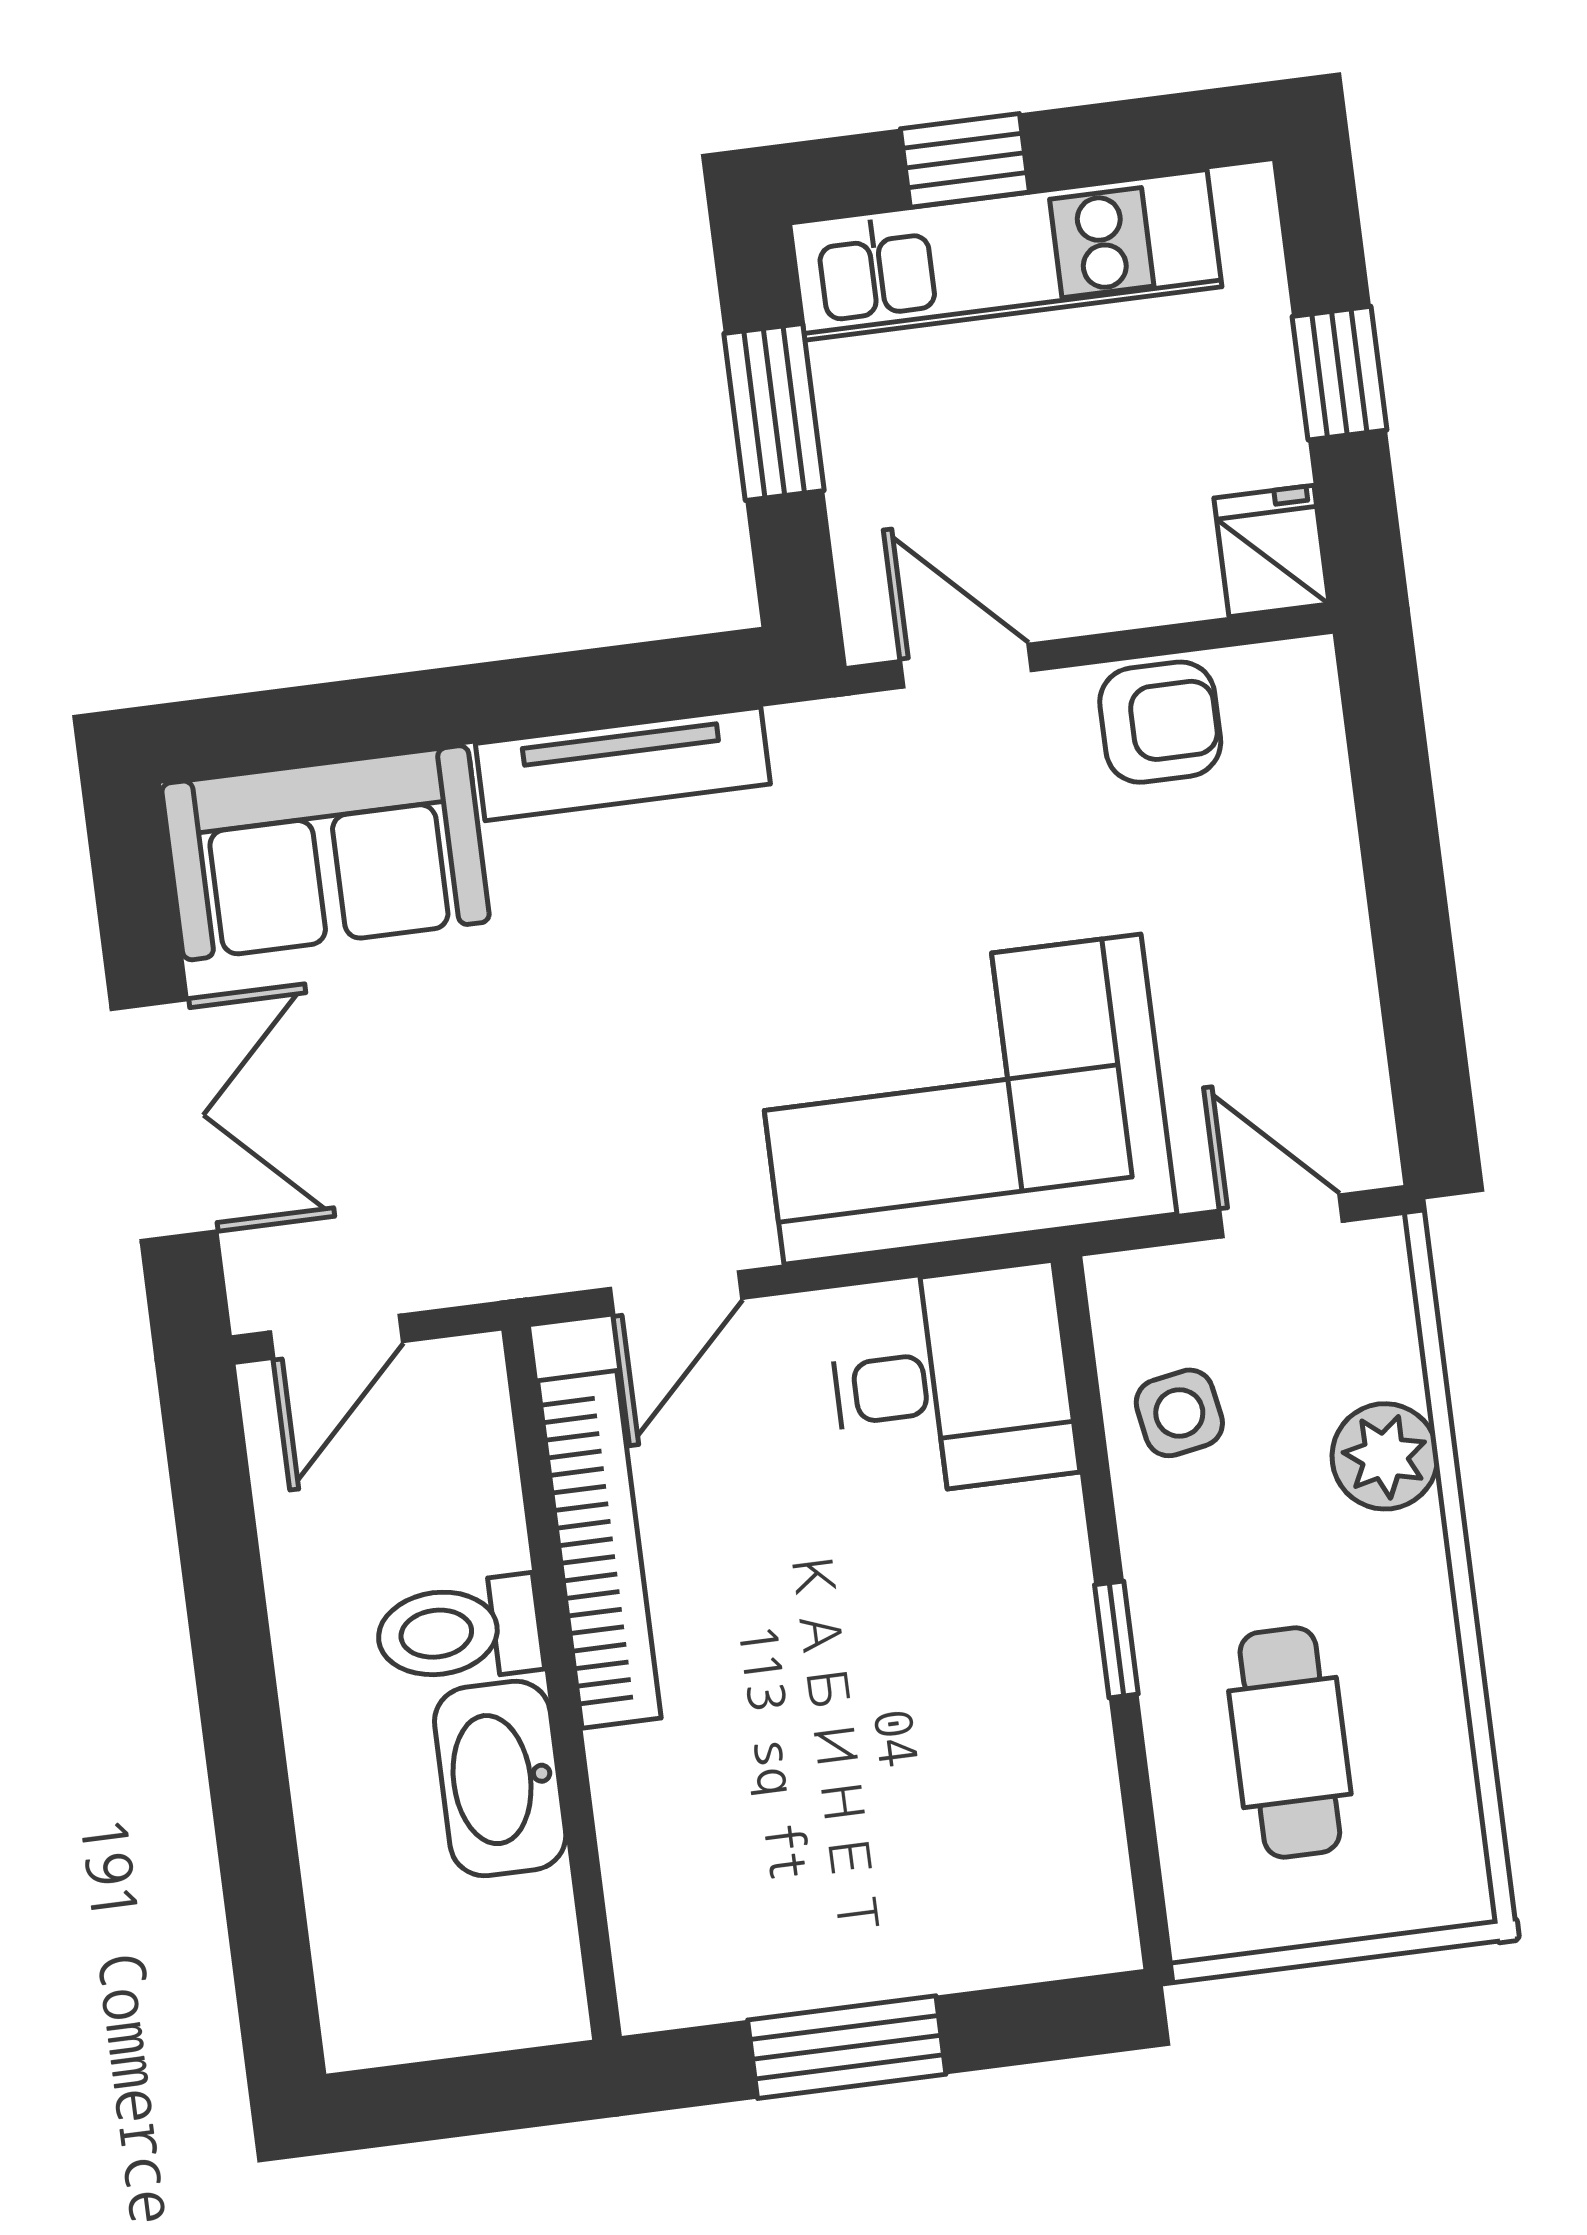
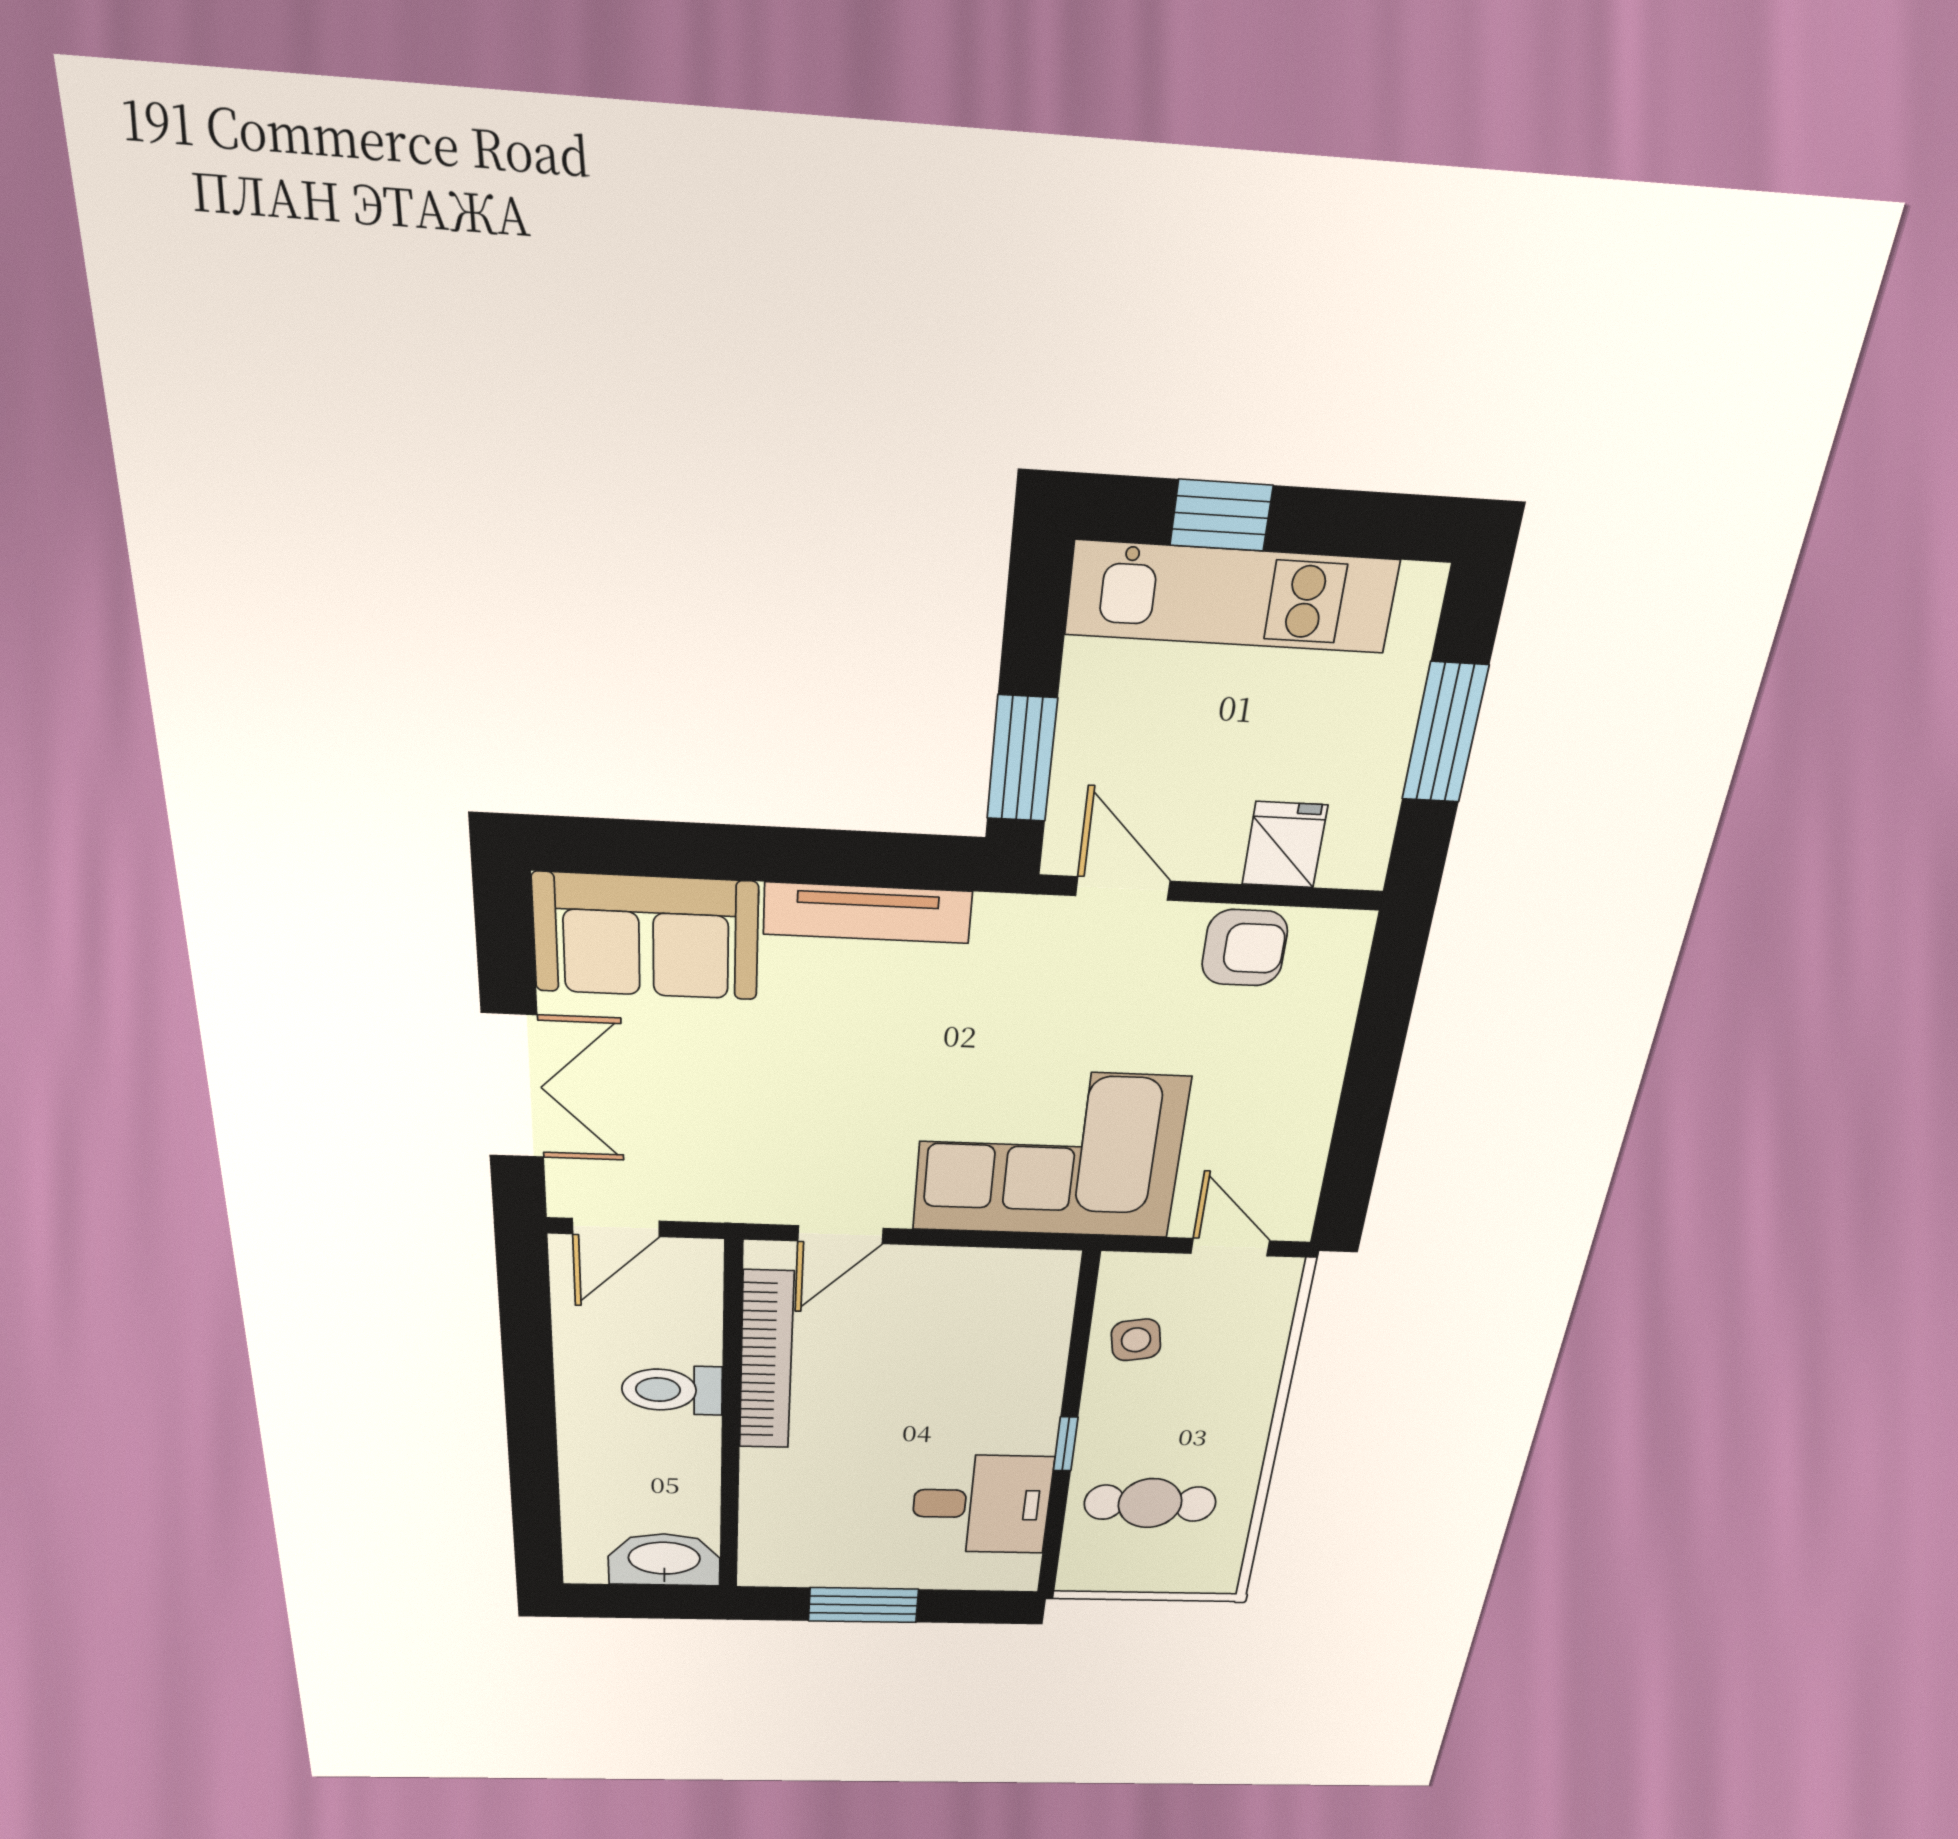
window: (1339, 373) -> (1445, 733), width x1.50
window: (774, 412) -> (1022, 759), moved
fridge: (1271, 551) -> (1285, 845), moved
desk: (952, 1381) -> (981, 1504), moved
plant: (1385, 1456) -> (1250, 1377), removed
cafe table: (1290, 1742) -> (1150, 1503), turned 90
washbasin: (500, 1779) -> (664, 1560), moved, turned 90

